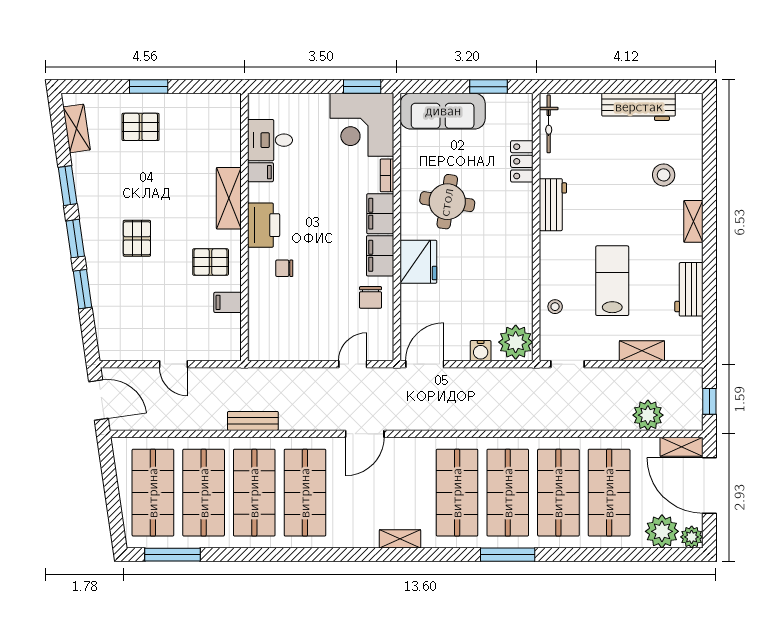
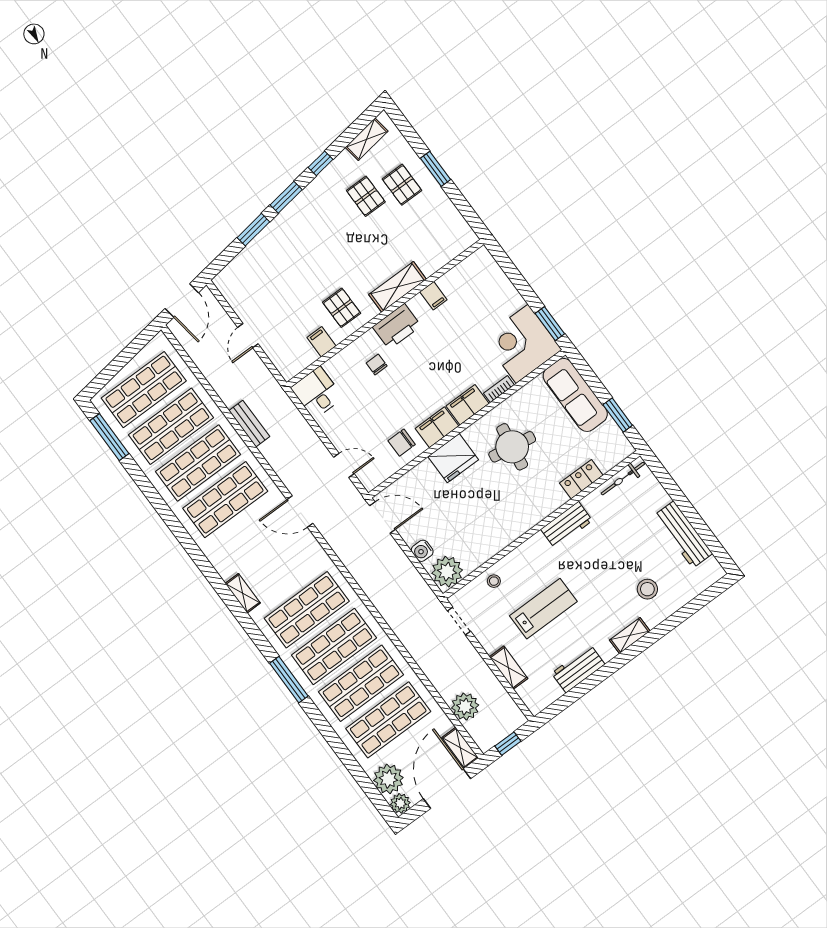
desk: (270, 140) -> (317, 393), moved
window: (68, 186) -> (320, 163), width x0.67
pallet: (137, 238) -> (366, 196), moved, turned 90

